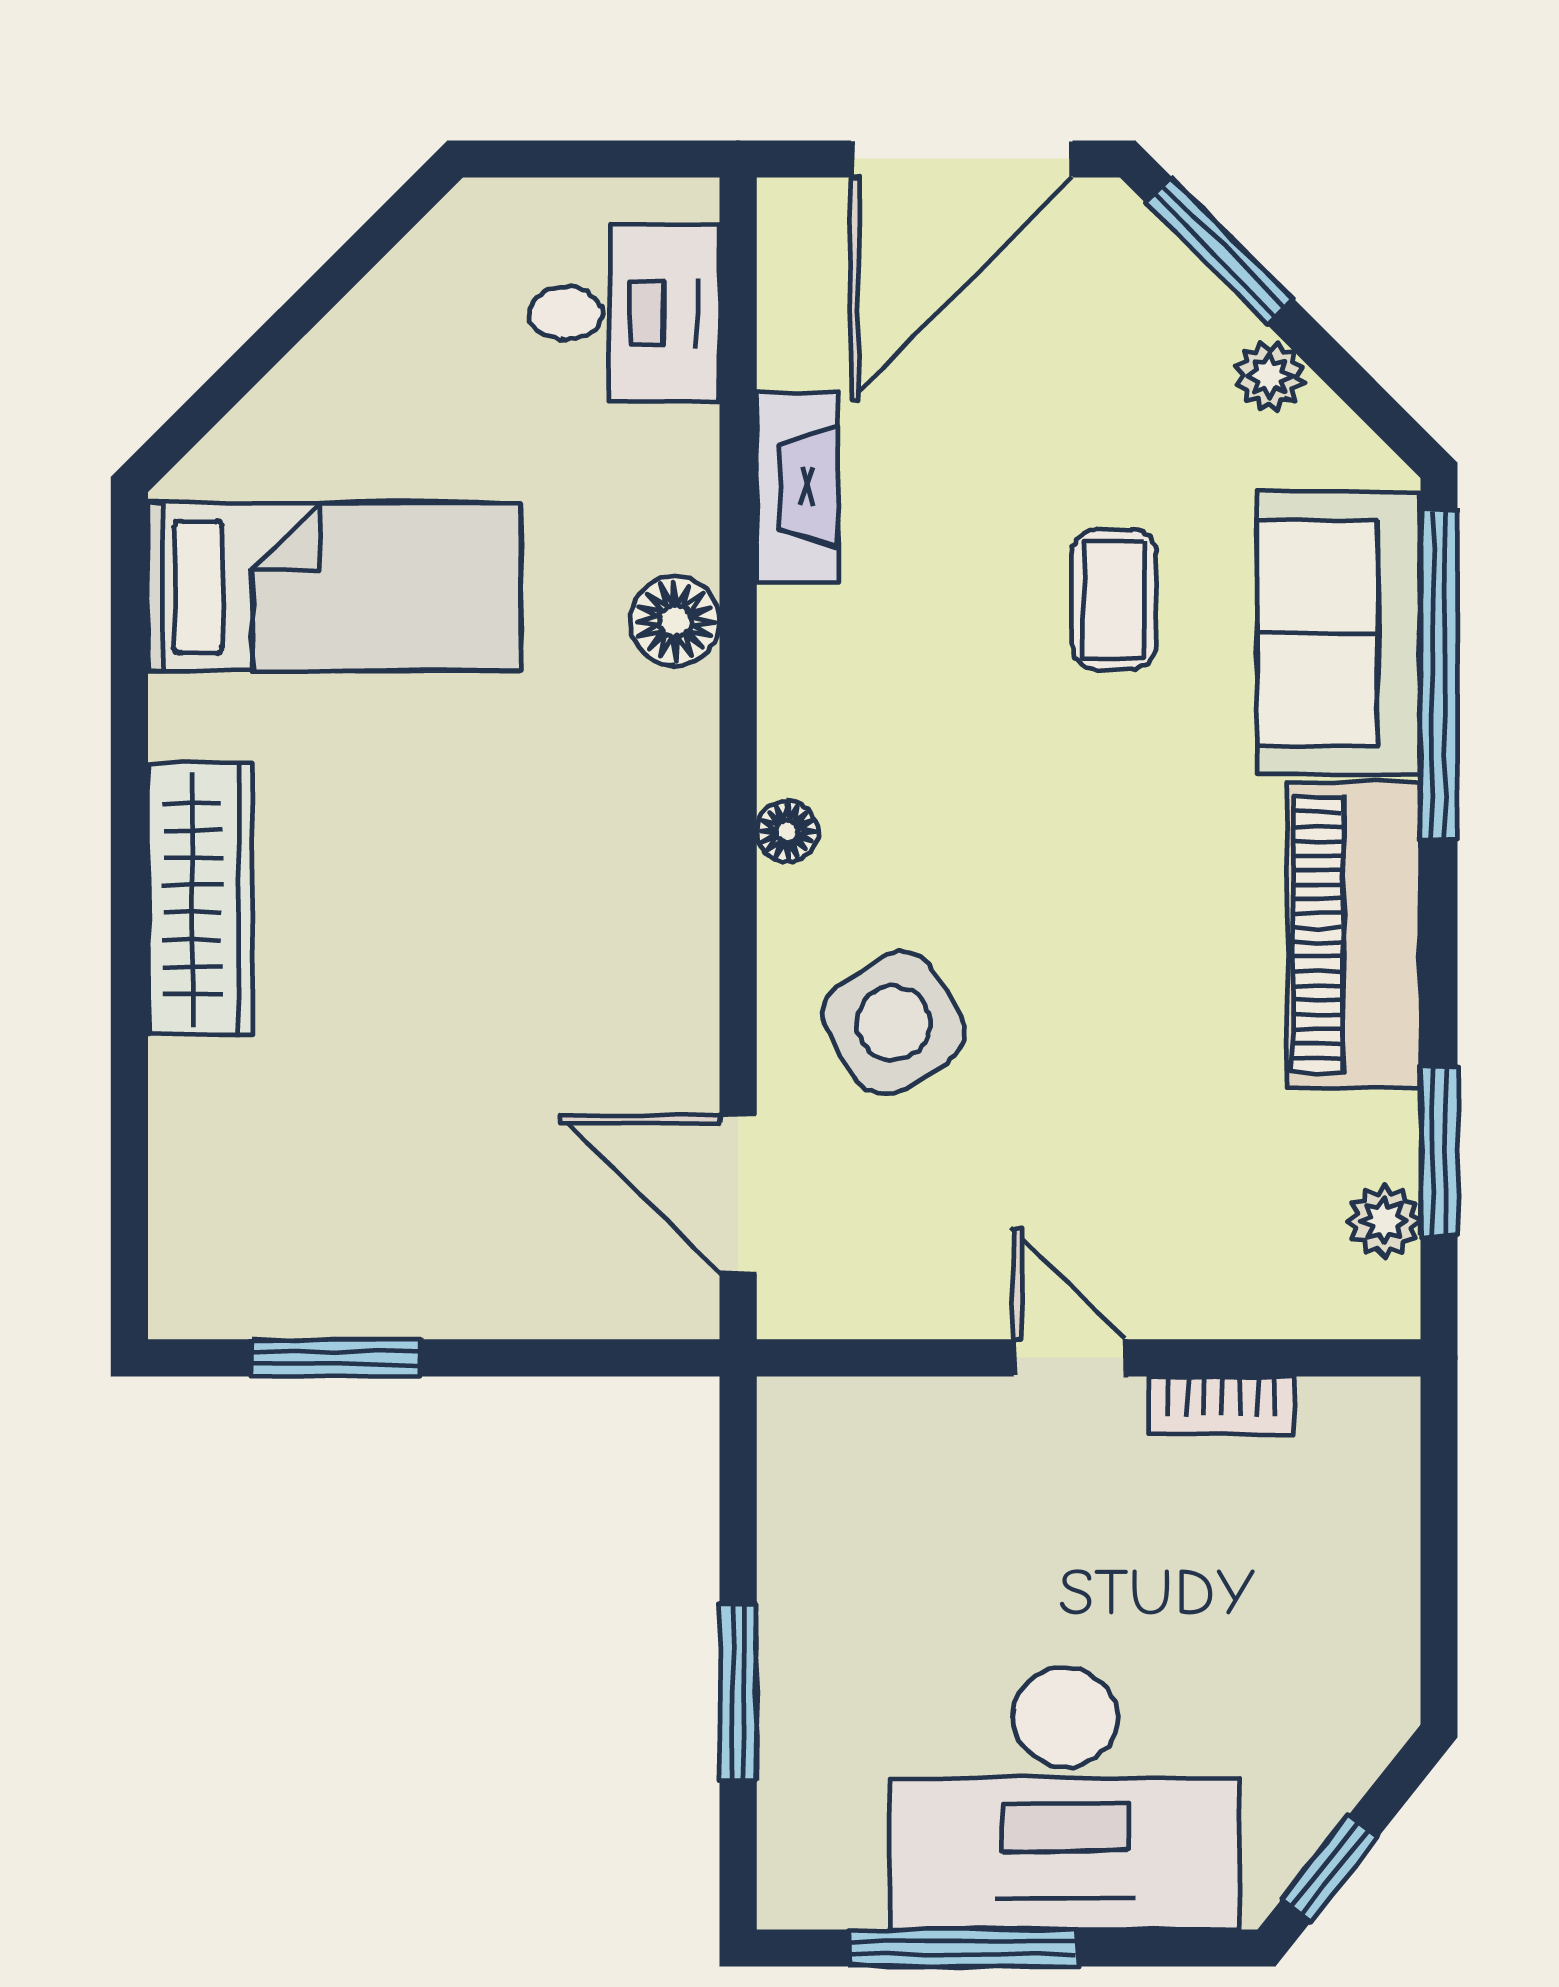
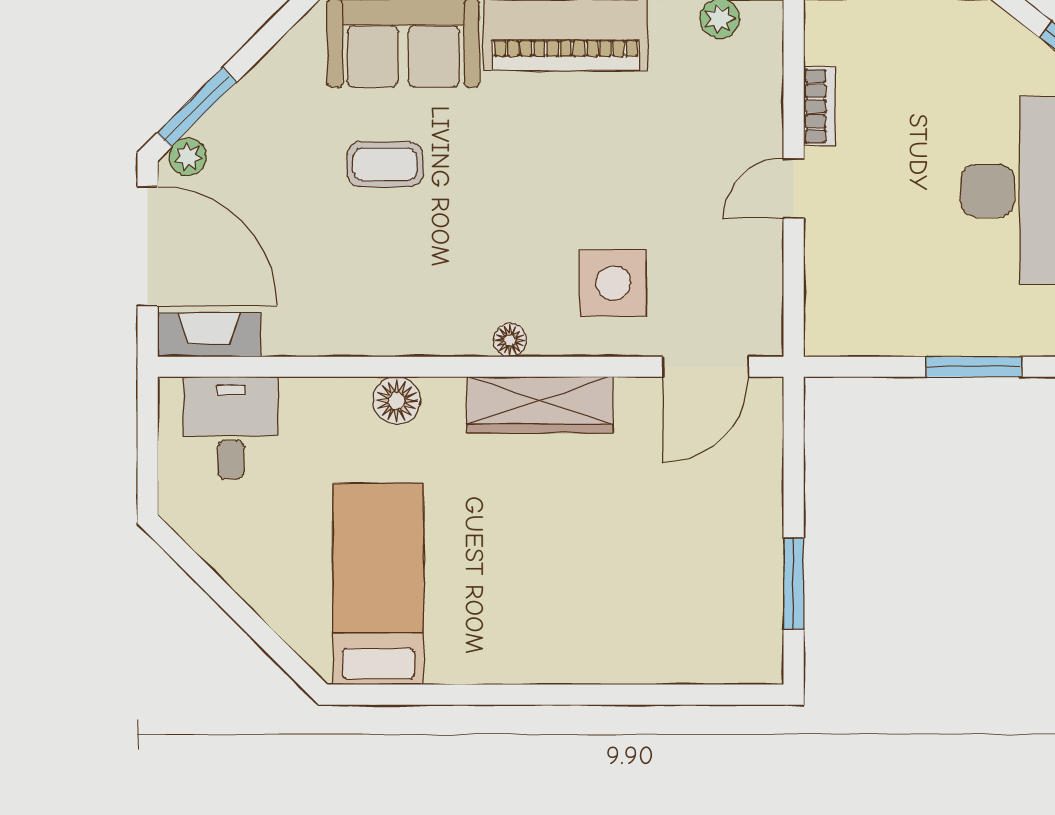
plant: (1270, 376) -> (188, 157), moved
fireplace: (797, 487) -> (209, 335), moved
wardrobe: (200, 899) -> (540, 405), moved, turned 180
side table: (894, 1023) -> (613, 283), turned 32

